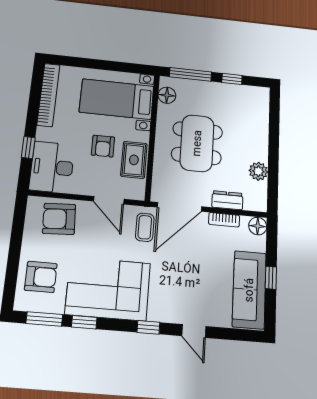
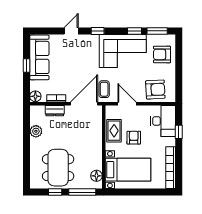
dining table: (197, 143) -> (58, 168), moved
door: (194, 331) -> (71, 31), hinge flipped

